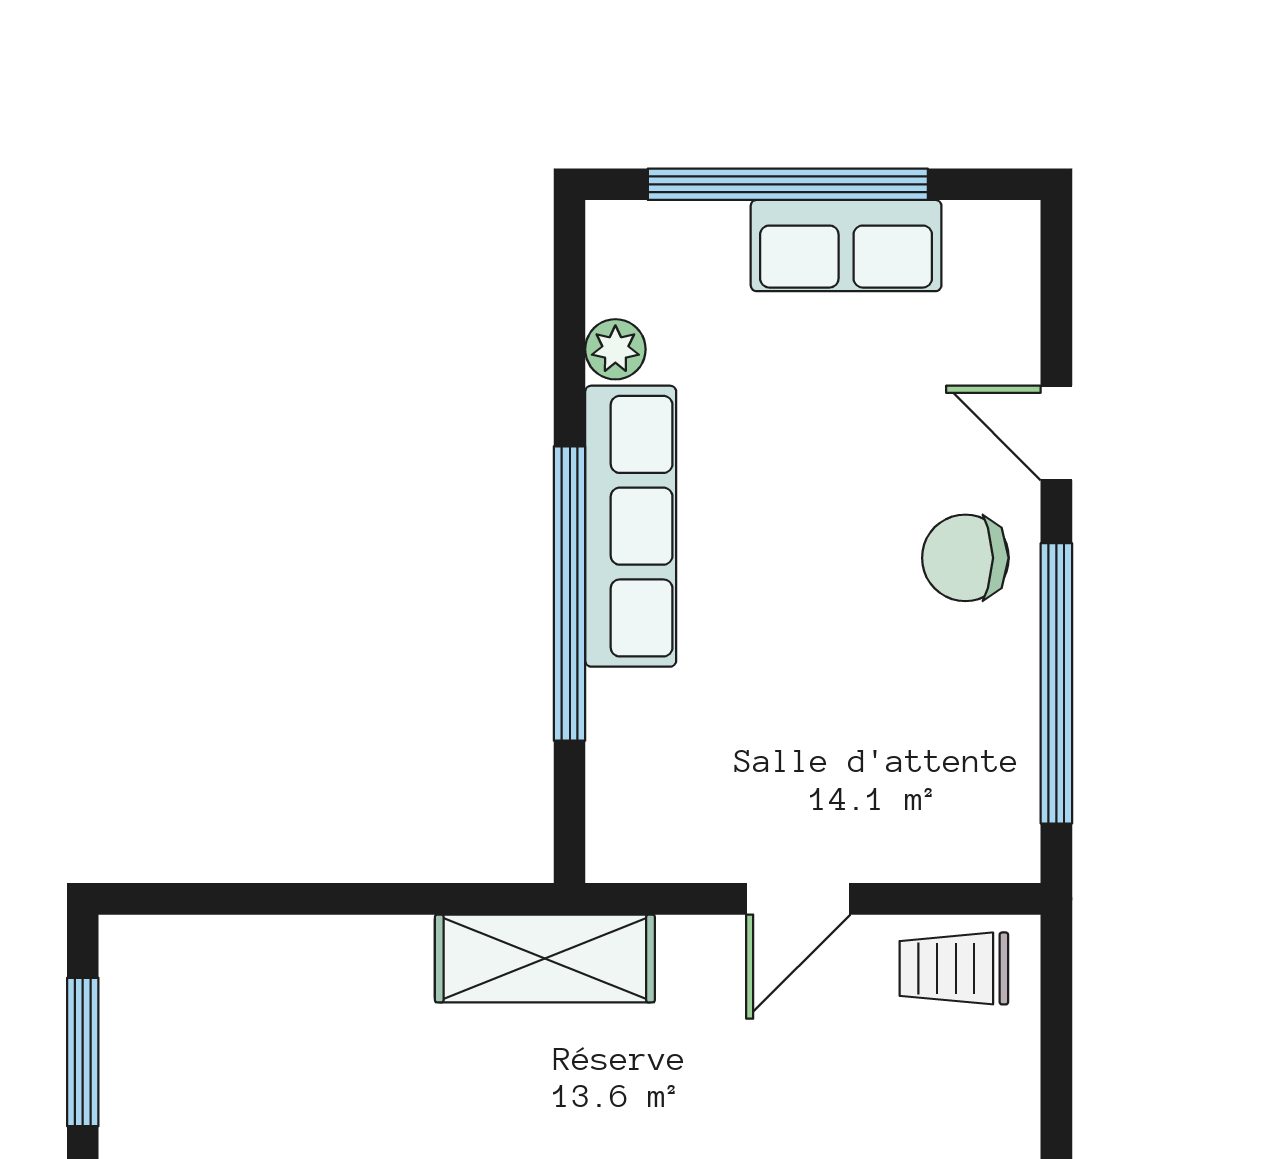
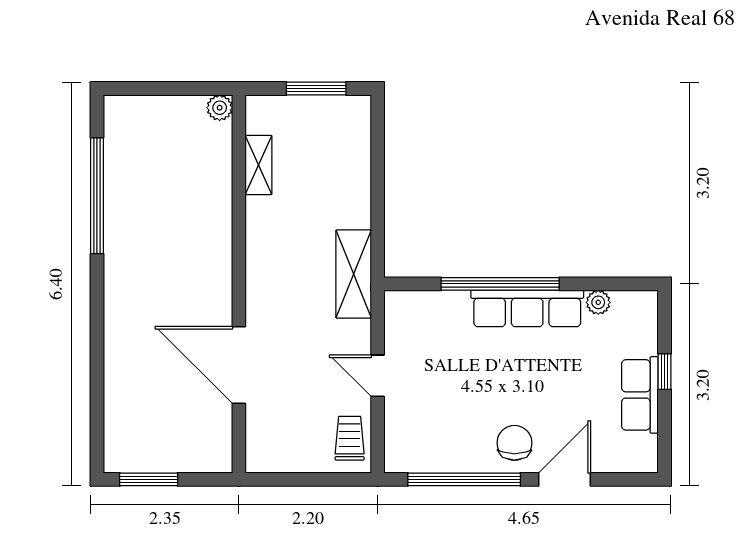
window: (788, 184) -> (664, 372), width x0.32
door: (1056, 433) -> (565, 479), width x1.38

